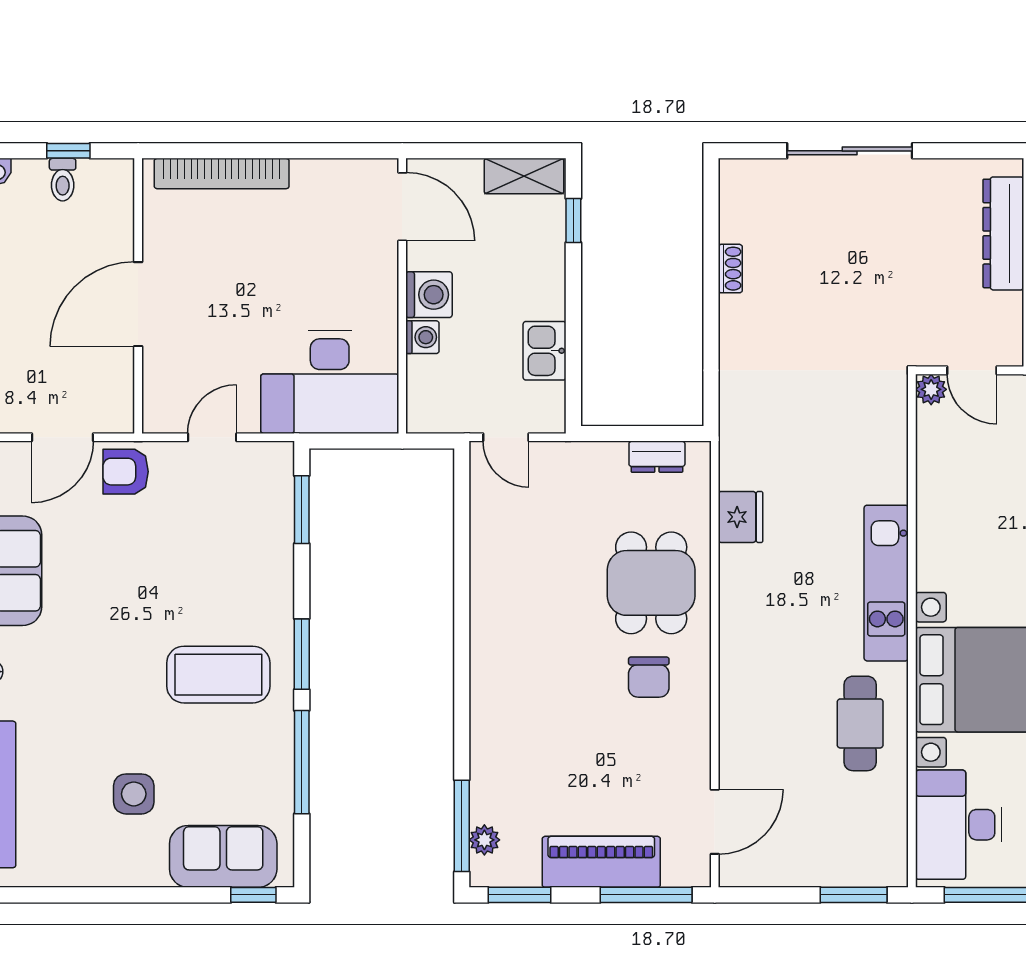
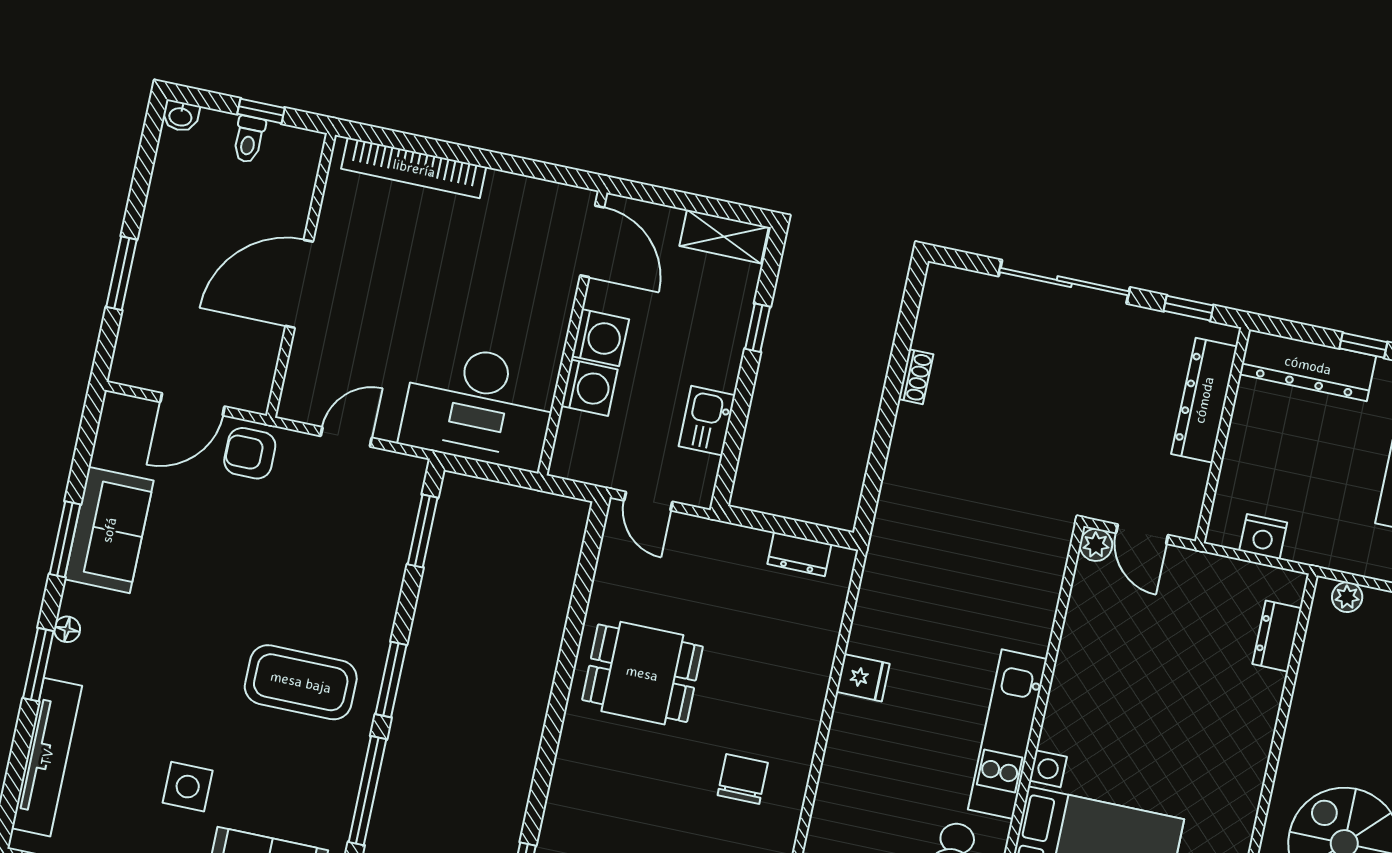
window: (970, 151) -> (1189, 308), added
window: (573, 221) -> (758, 328), moved
washing machine: (422, 337) -> (589, 388), width x1.38, depth x1.38
fridge: (741, 517) -> (863, 678), moved, width x0.72
dining table: (651, 583) -> (642, 673), moved, turned 90
chair: (649, 677) -> (743, 779), turned 180

